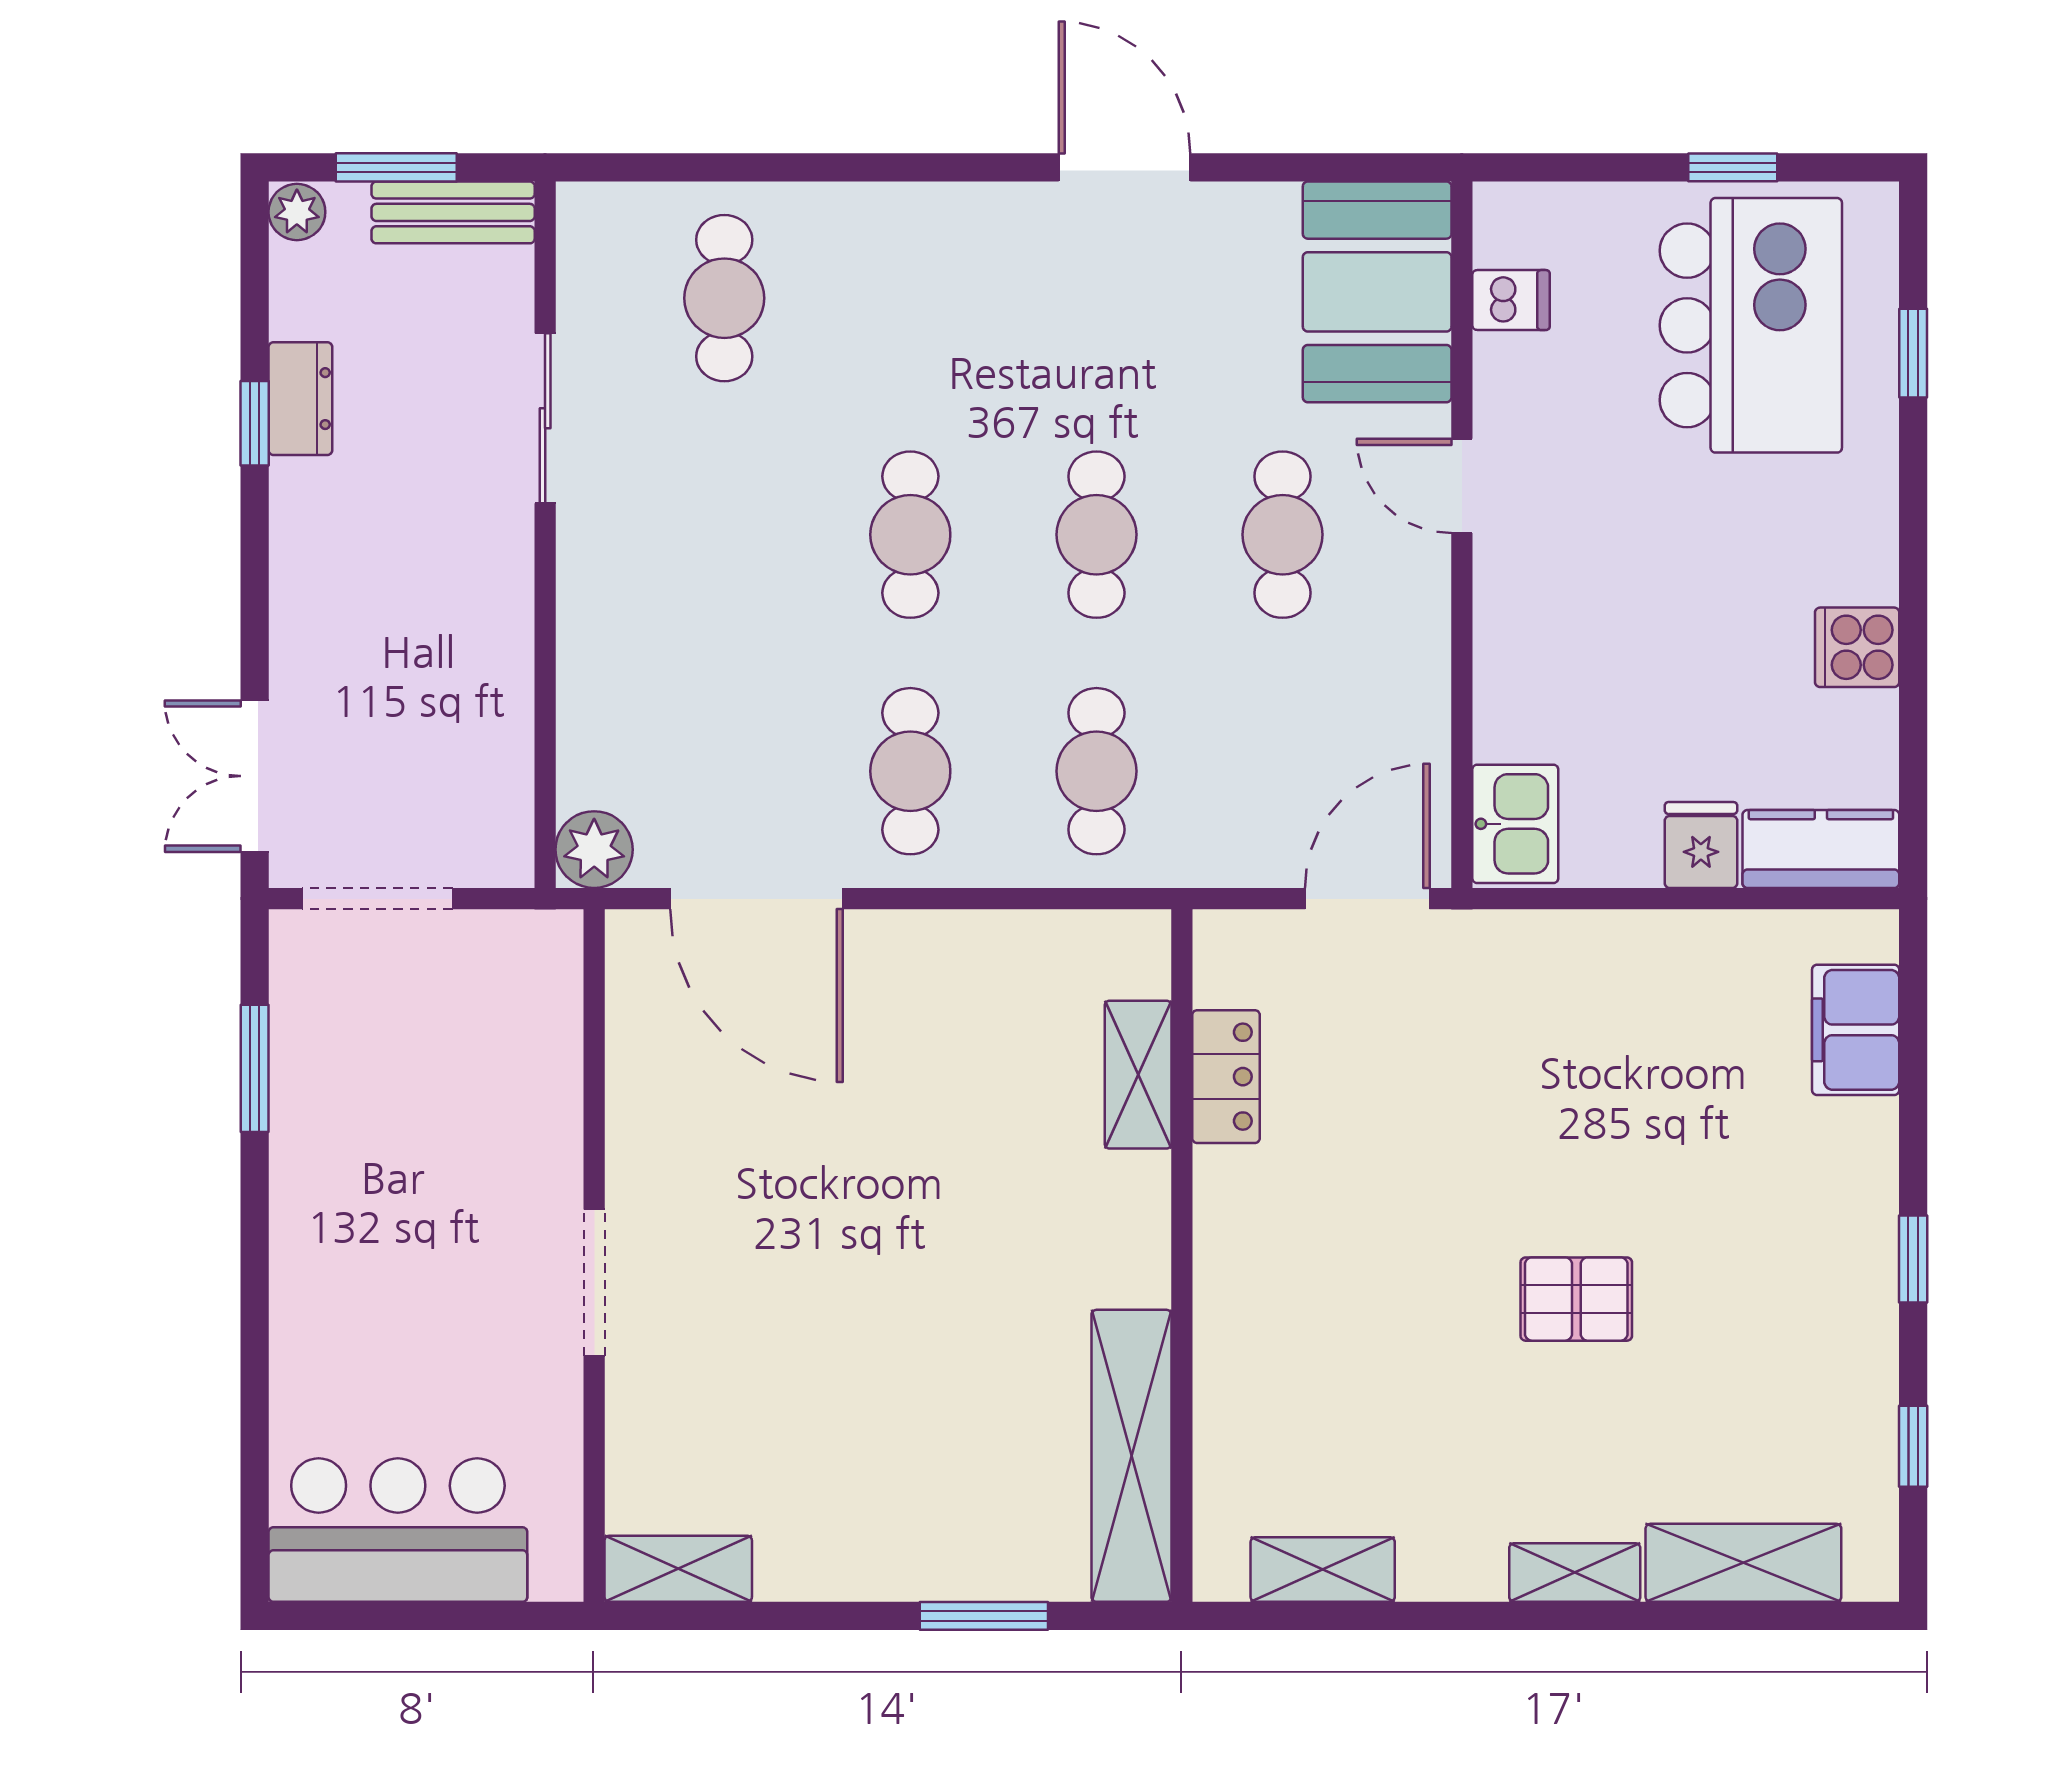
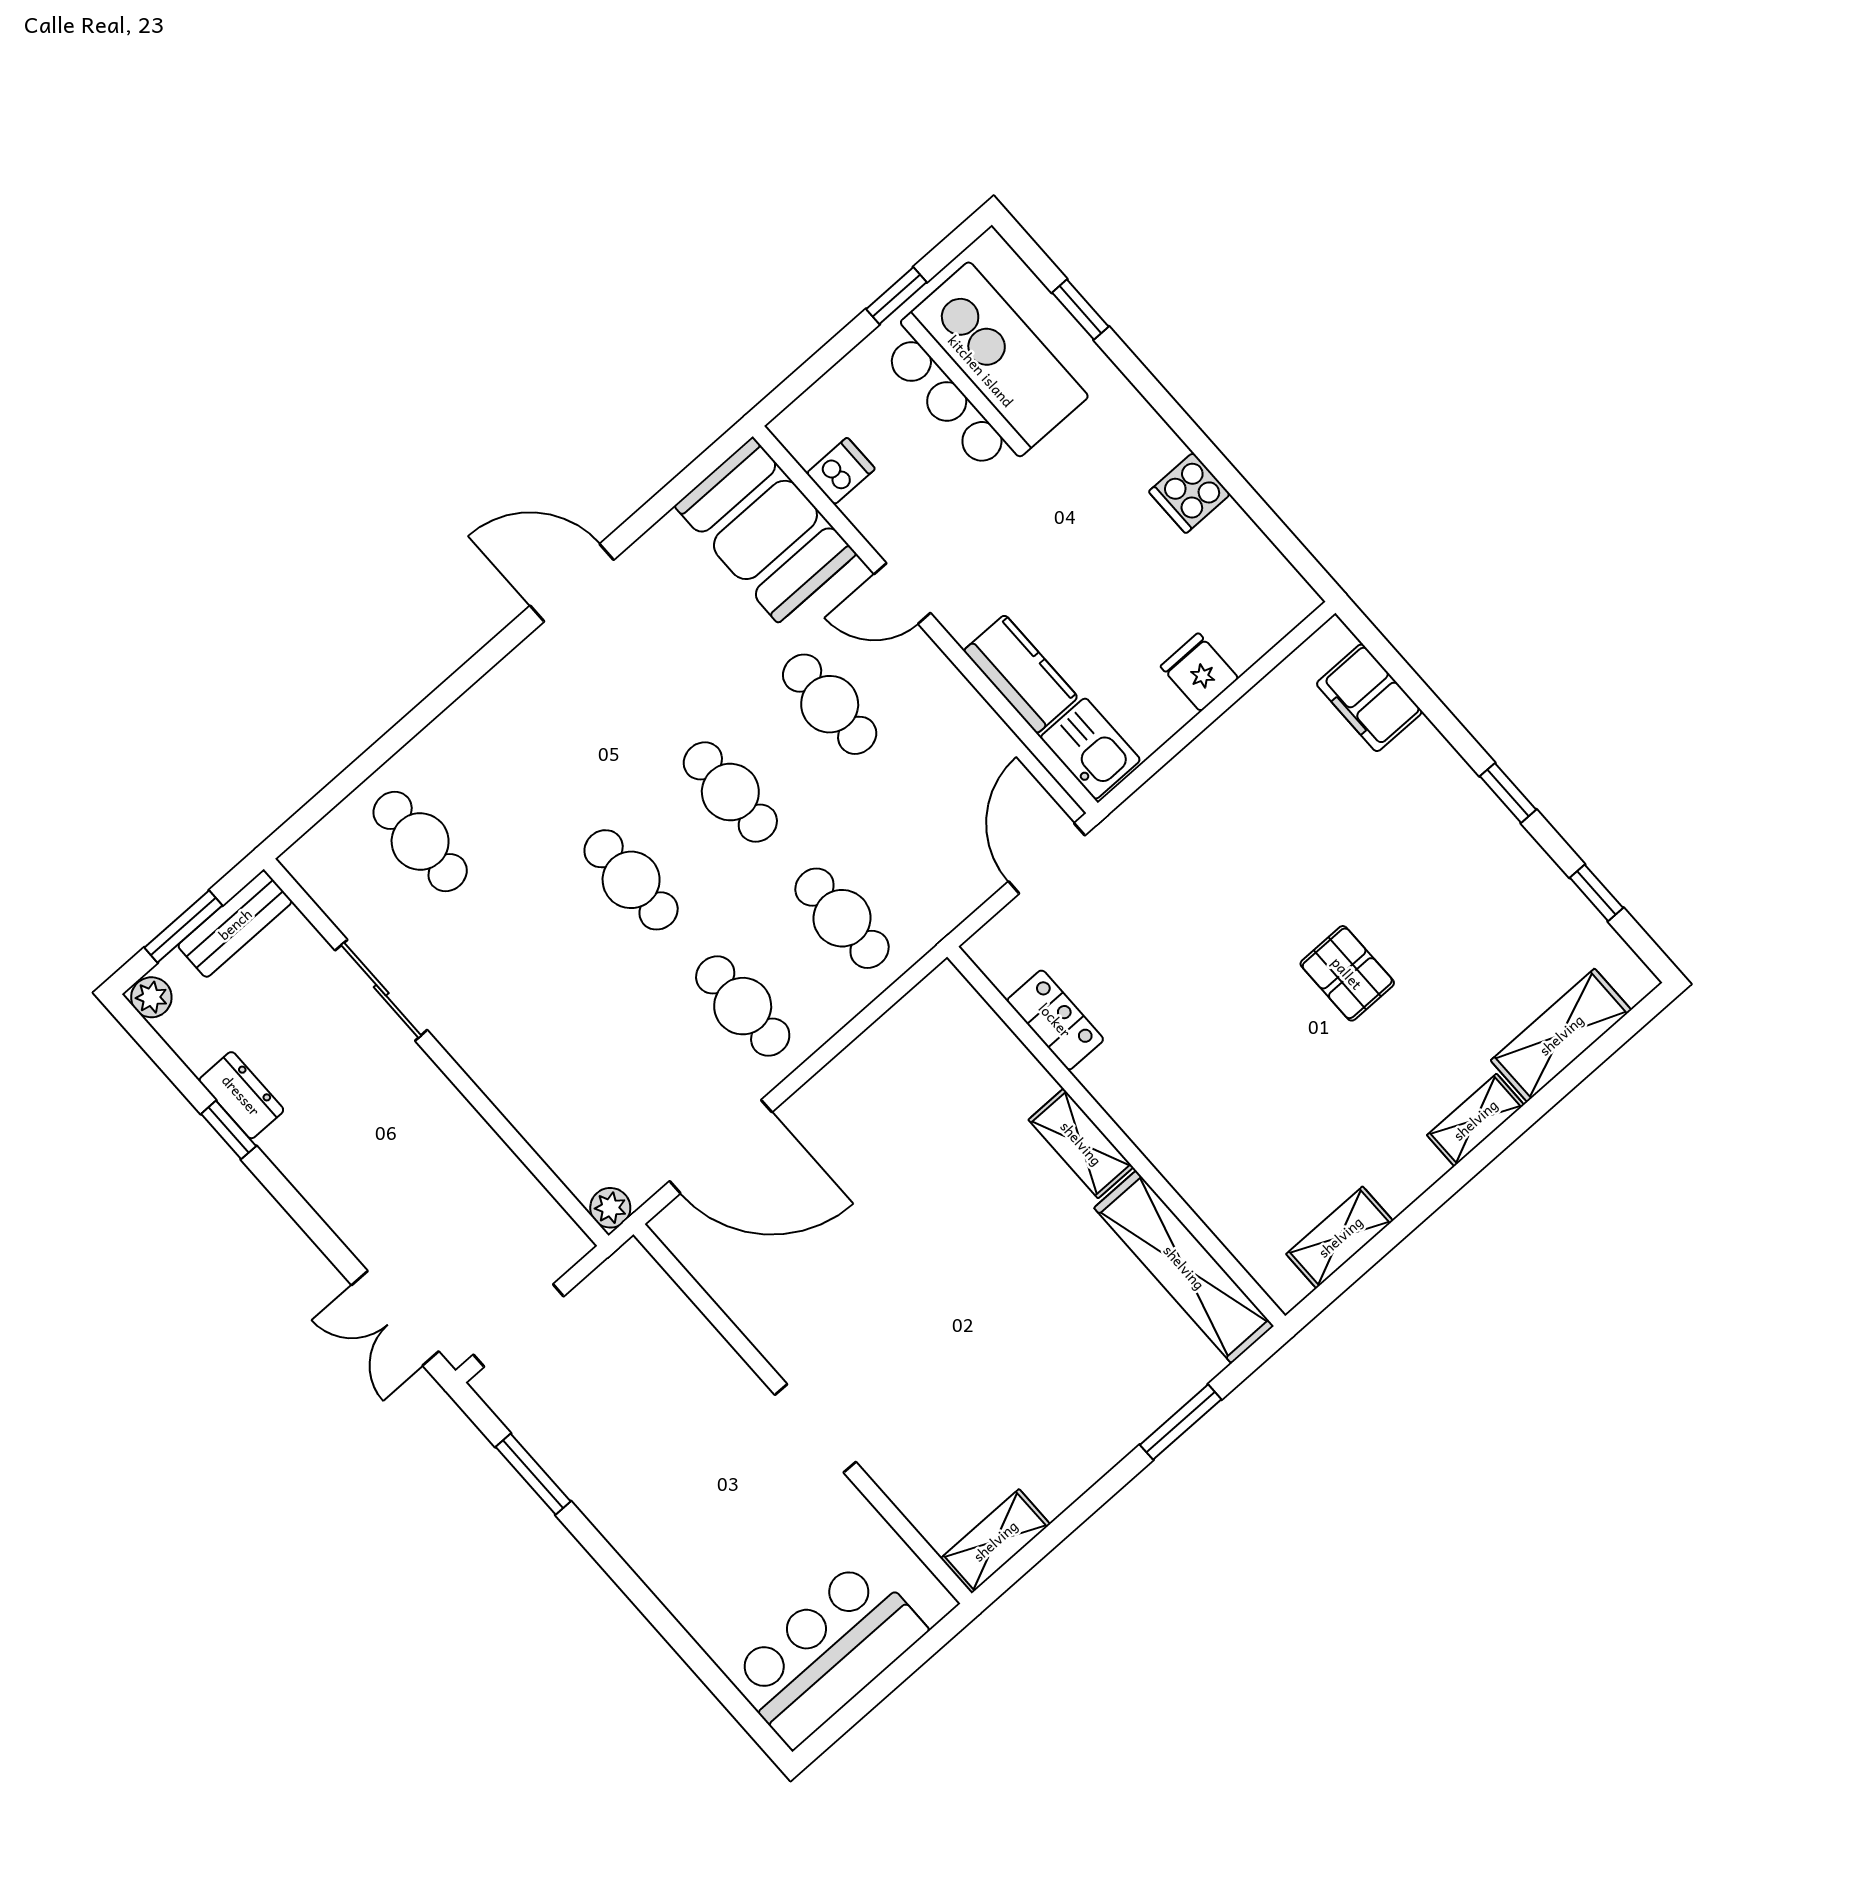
kitchen counter: (1821, 849) -> (1021, 674), moved, turned 90
plant: (594, 850) -> (610, 1208), width x0.73, depth x0.73
shelving: (1138, 1075) -> (1081, 1143), moved
pallet: (1576, 1299) -> (1347, 973), turned 90

